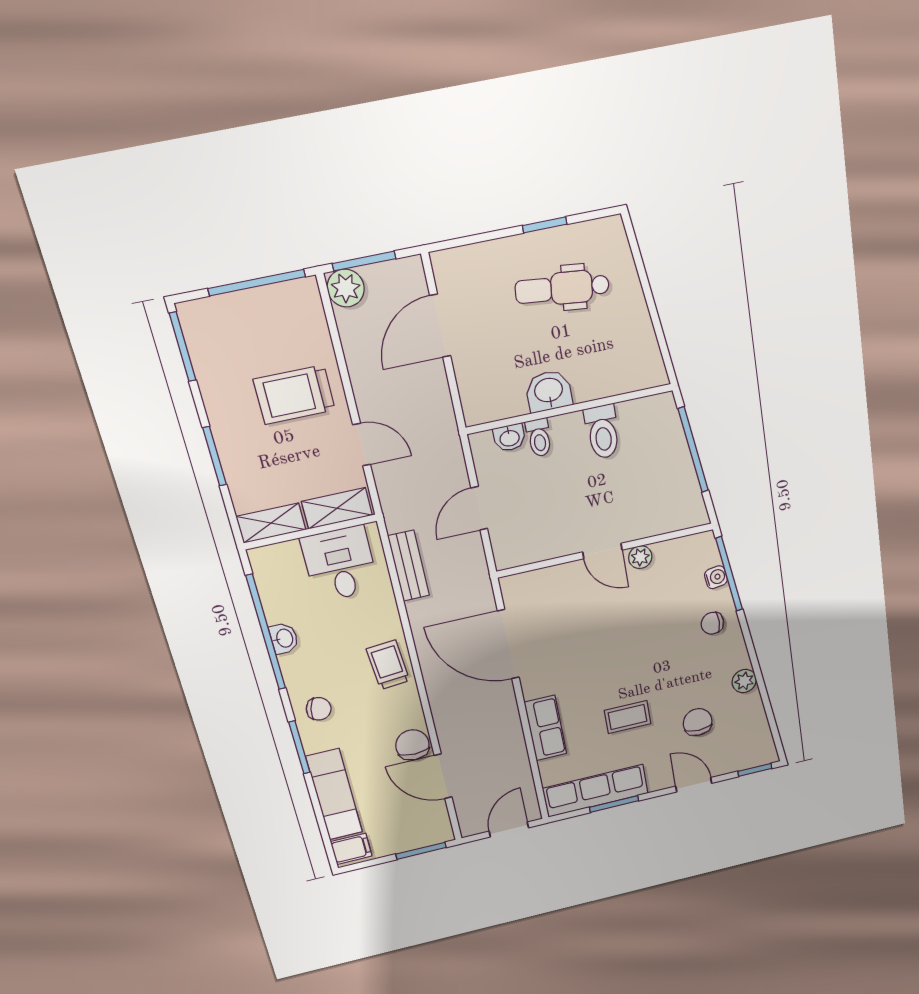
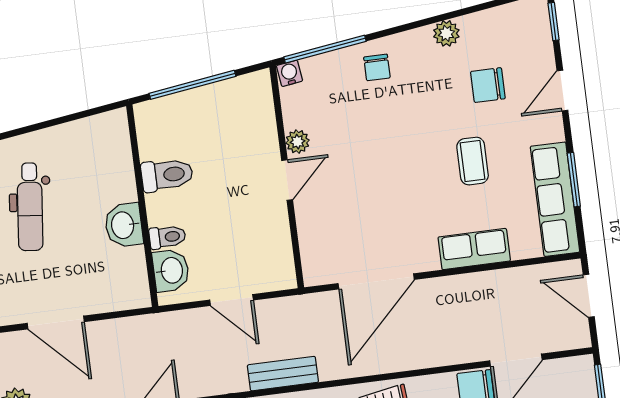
washbasin: (509, 438) -> (171, 270), width x1.38, depth x1.45
water cooler: (716, 577) -> (289, 73), moved

